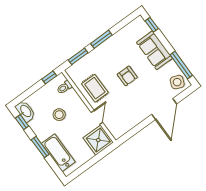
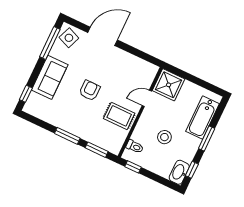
rug: (95, 88) -> (119, 116), turned 90

